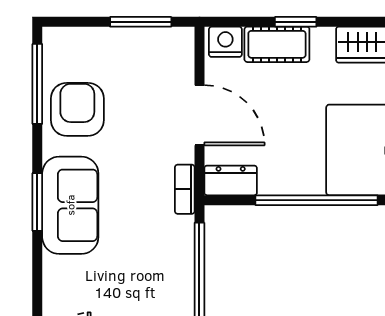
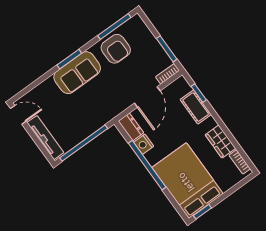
window: (296, 22) -> (199, 93), moved
nightstand: (225, 42) -> (144, 144), moved, turned 180
armchair: (77, 109) -> (116, 49), turned 90
bookcase: (185, 189) -> (168, 74), moved

